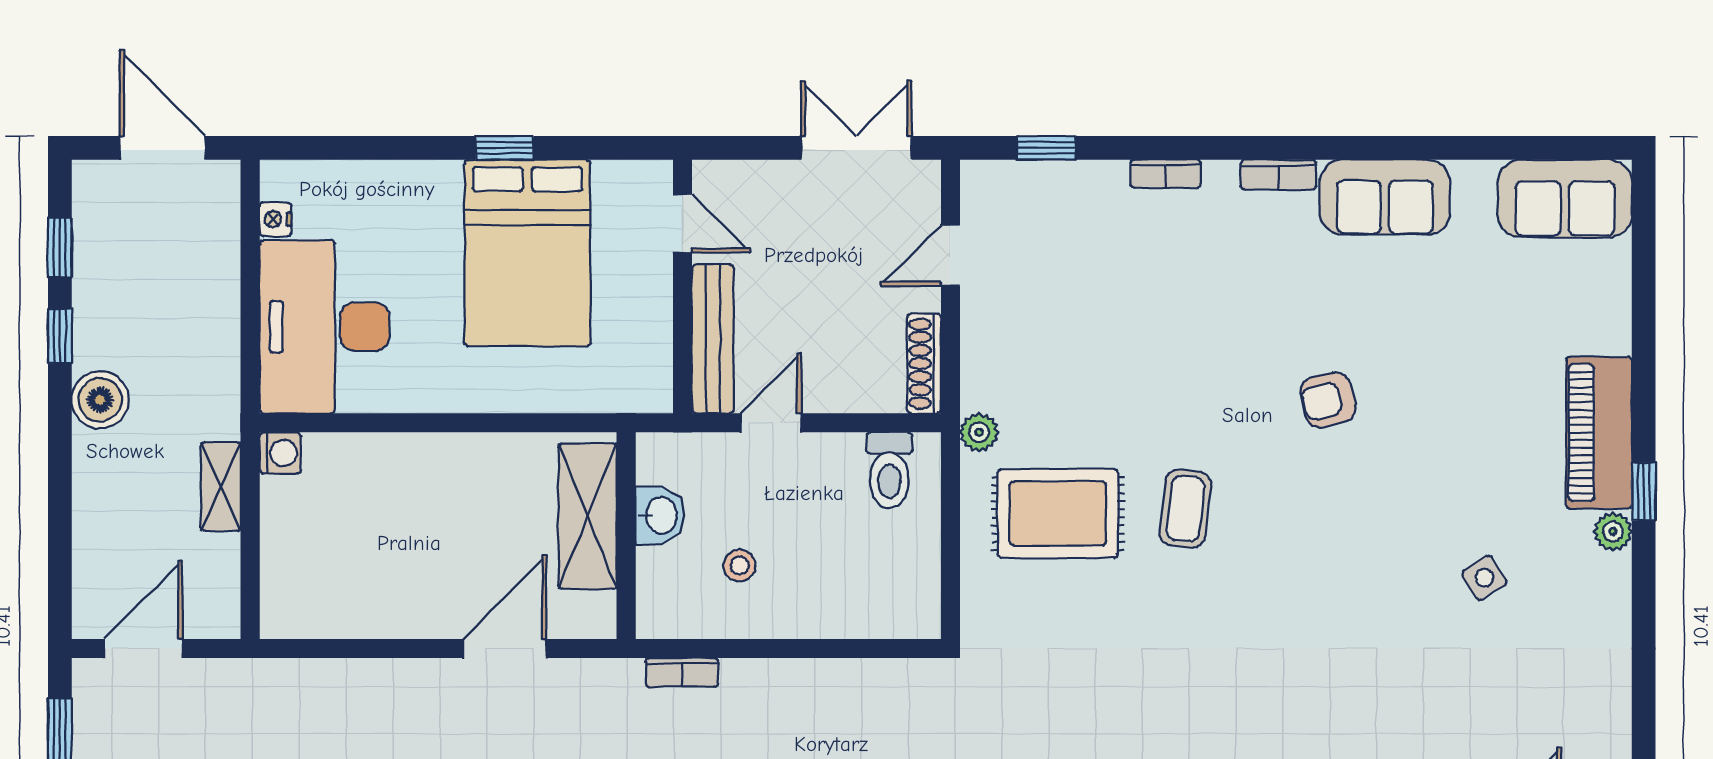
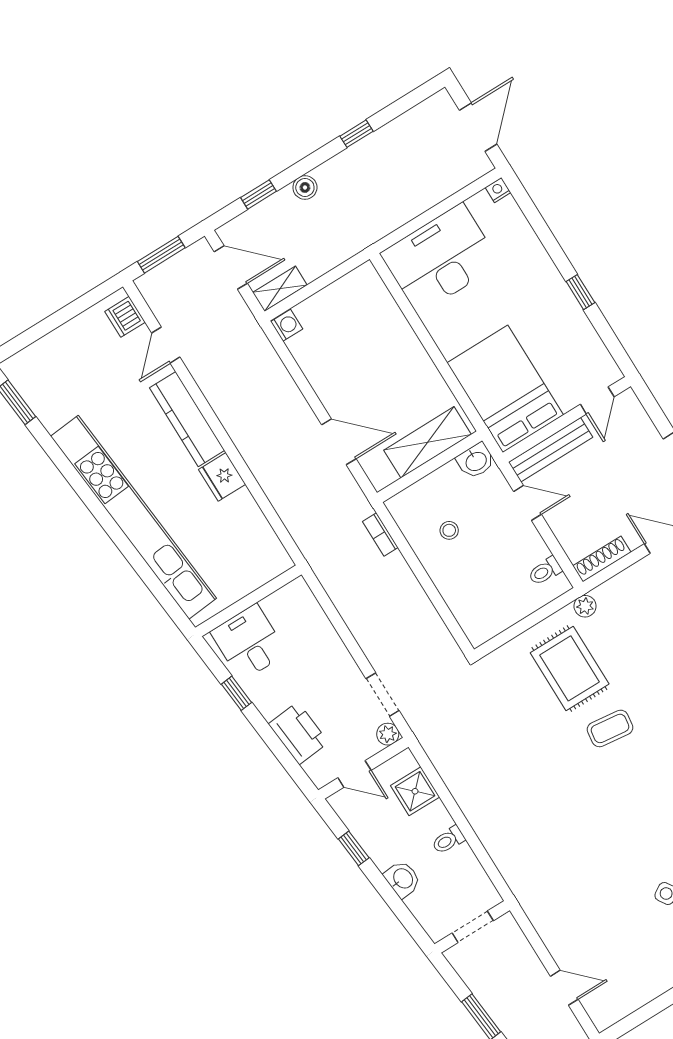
nightstand: (275, 219) -> (498, 190), moved
window: (60, 247) -> (258, 194), moved
bed: (527, 253) -> (505, 389), moved, turned 90
boiler: (100, 400) -> (305, 187), moved, width x0.73, depth x0.73
washing machine: (280, 453) -> (287, 325), moved, turned -90
toilet: (889, 470) -> (545, 571), width x0.73, depth x0.72
shelving: (221, 487) -> (280, 289), moved
washbasin: (660, 515) -> (476, 461), moved

